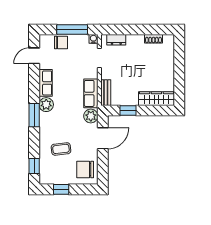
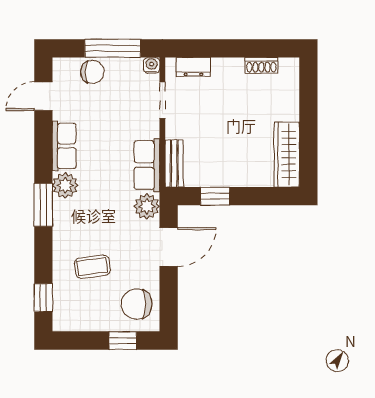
wardrobe: (156, 99) -> (287, 155), moved, turned -90
window: (61, 189) -> (123, 341), moved

